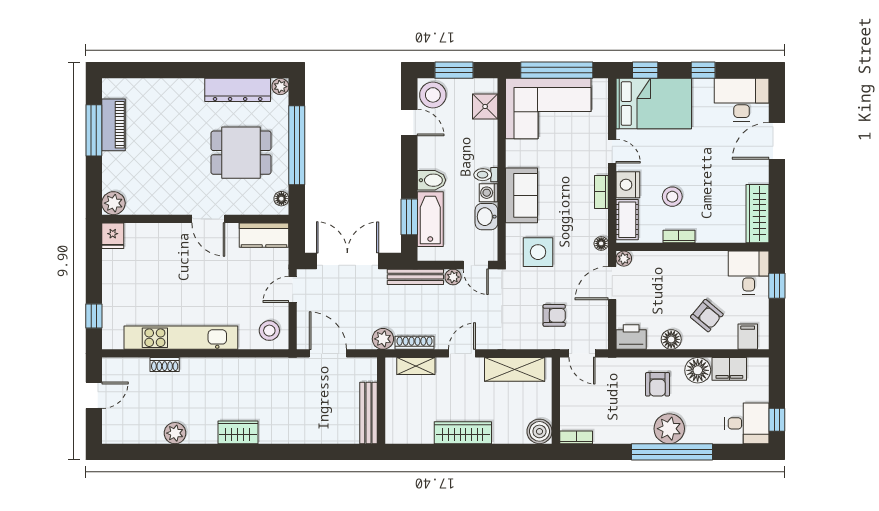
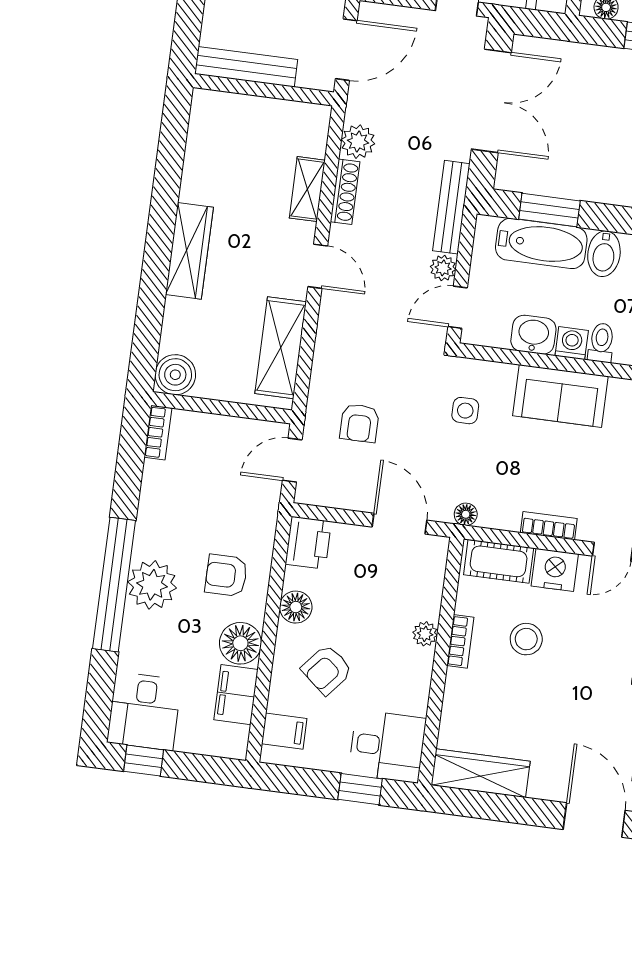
side table: (538, 252) -> (465, 411), width x0.54, depth x0.54
plant: (624, 259) -> (425, 634), moved
wall: (381, 401) -> (263, 90), moved
bench: (368, 413) -> (246, 67), moved

